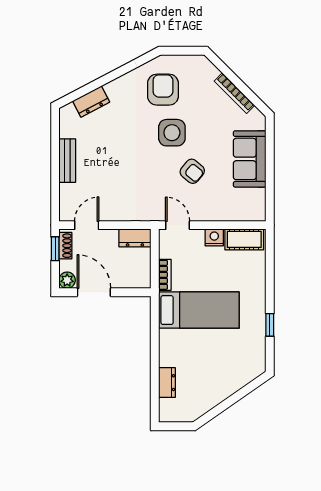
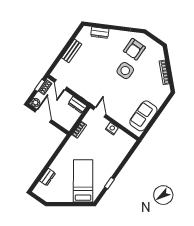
armchair: (163, 90) -> (134, 49), turned 180
sofa: (250, 159) -> (143, 116), moved
armchair: (192, 171) -> (122, 93), removed
door: (87, 225) -> (60, 85), swing flipped
cot: (244, 239) -> (124, 139), removed
bed: (199, 310) -> (83, 181), moved, turned -125

